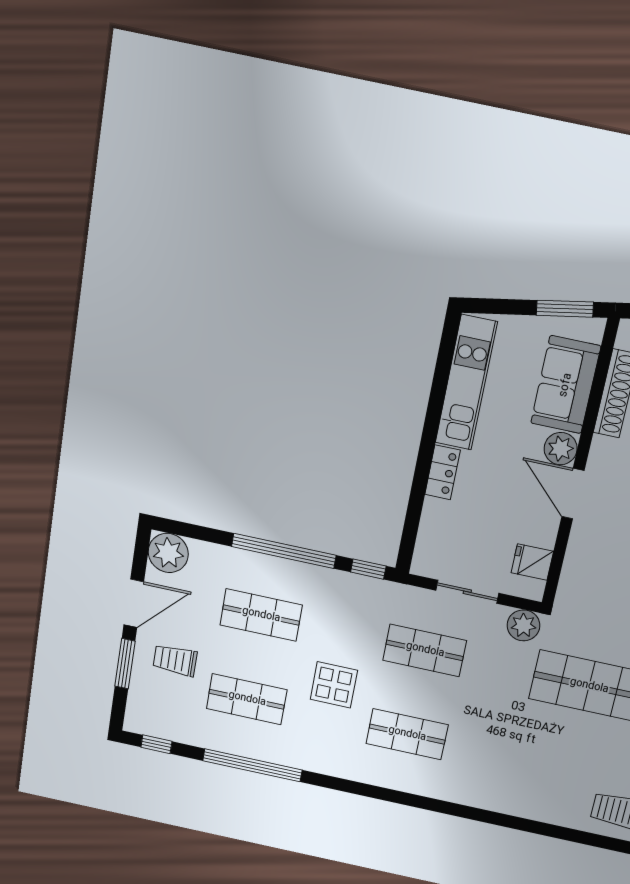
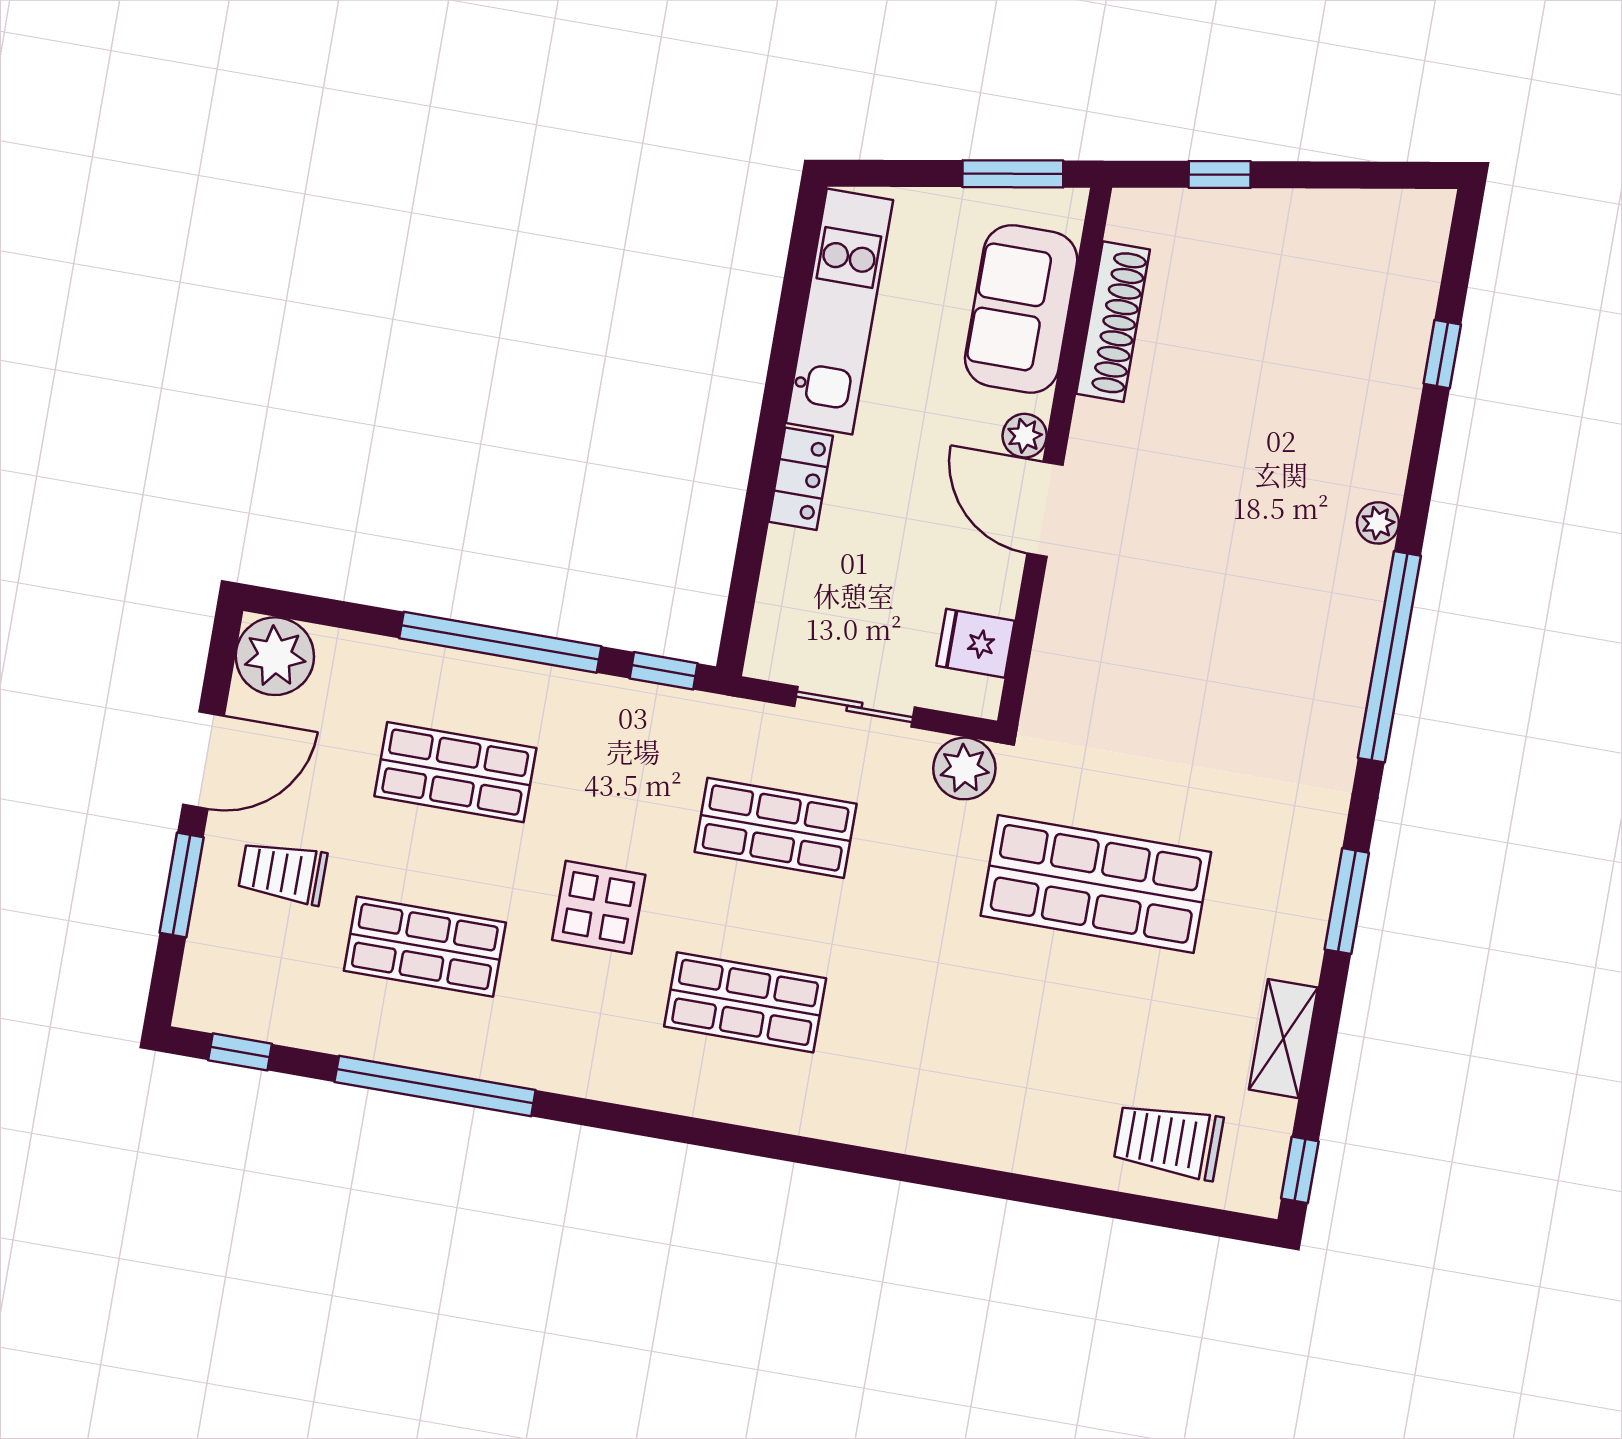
plant: (561, 449) -> (1025, 436), width x0.73, depth x0.73

